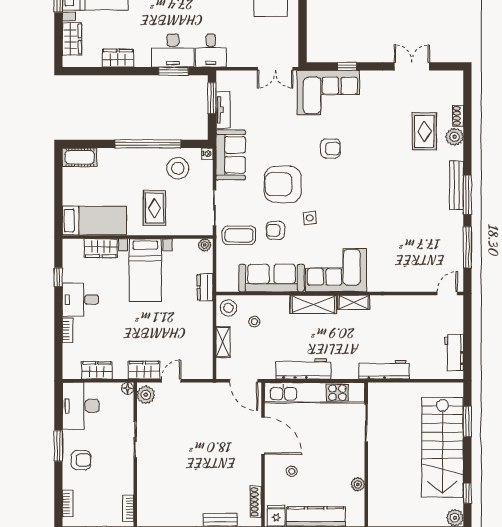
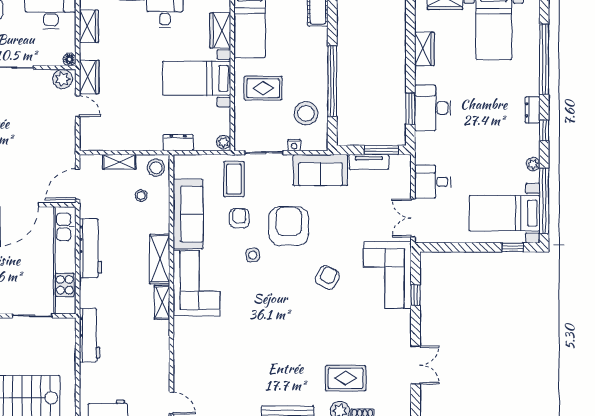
desk: (211, 51) -> (433, 182), moved
armchair: (331, 149) -> (327, 277), turned -152
nightstand: (207, 154) -> (294, 145), moved

